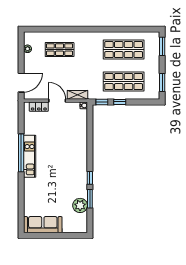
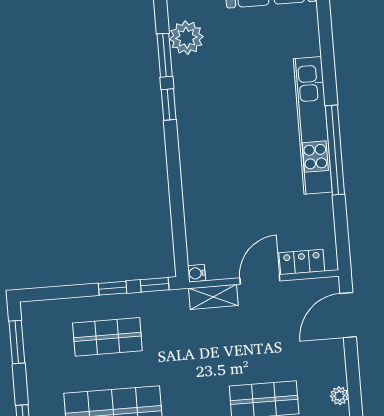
shop shelf: (124, 82) -> (107, 337), width x0.70, depth x0.74
door: (57, 101) -> (260, 279), swing flipped
kitchen unit: (30, 156) -> (313, 125), width x1.36

